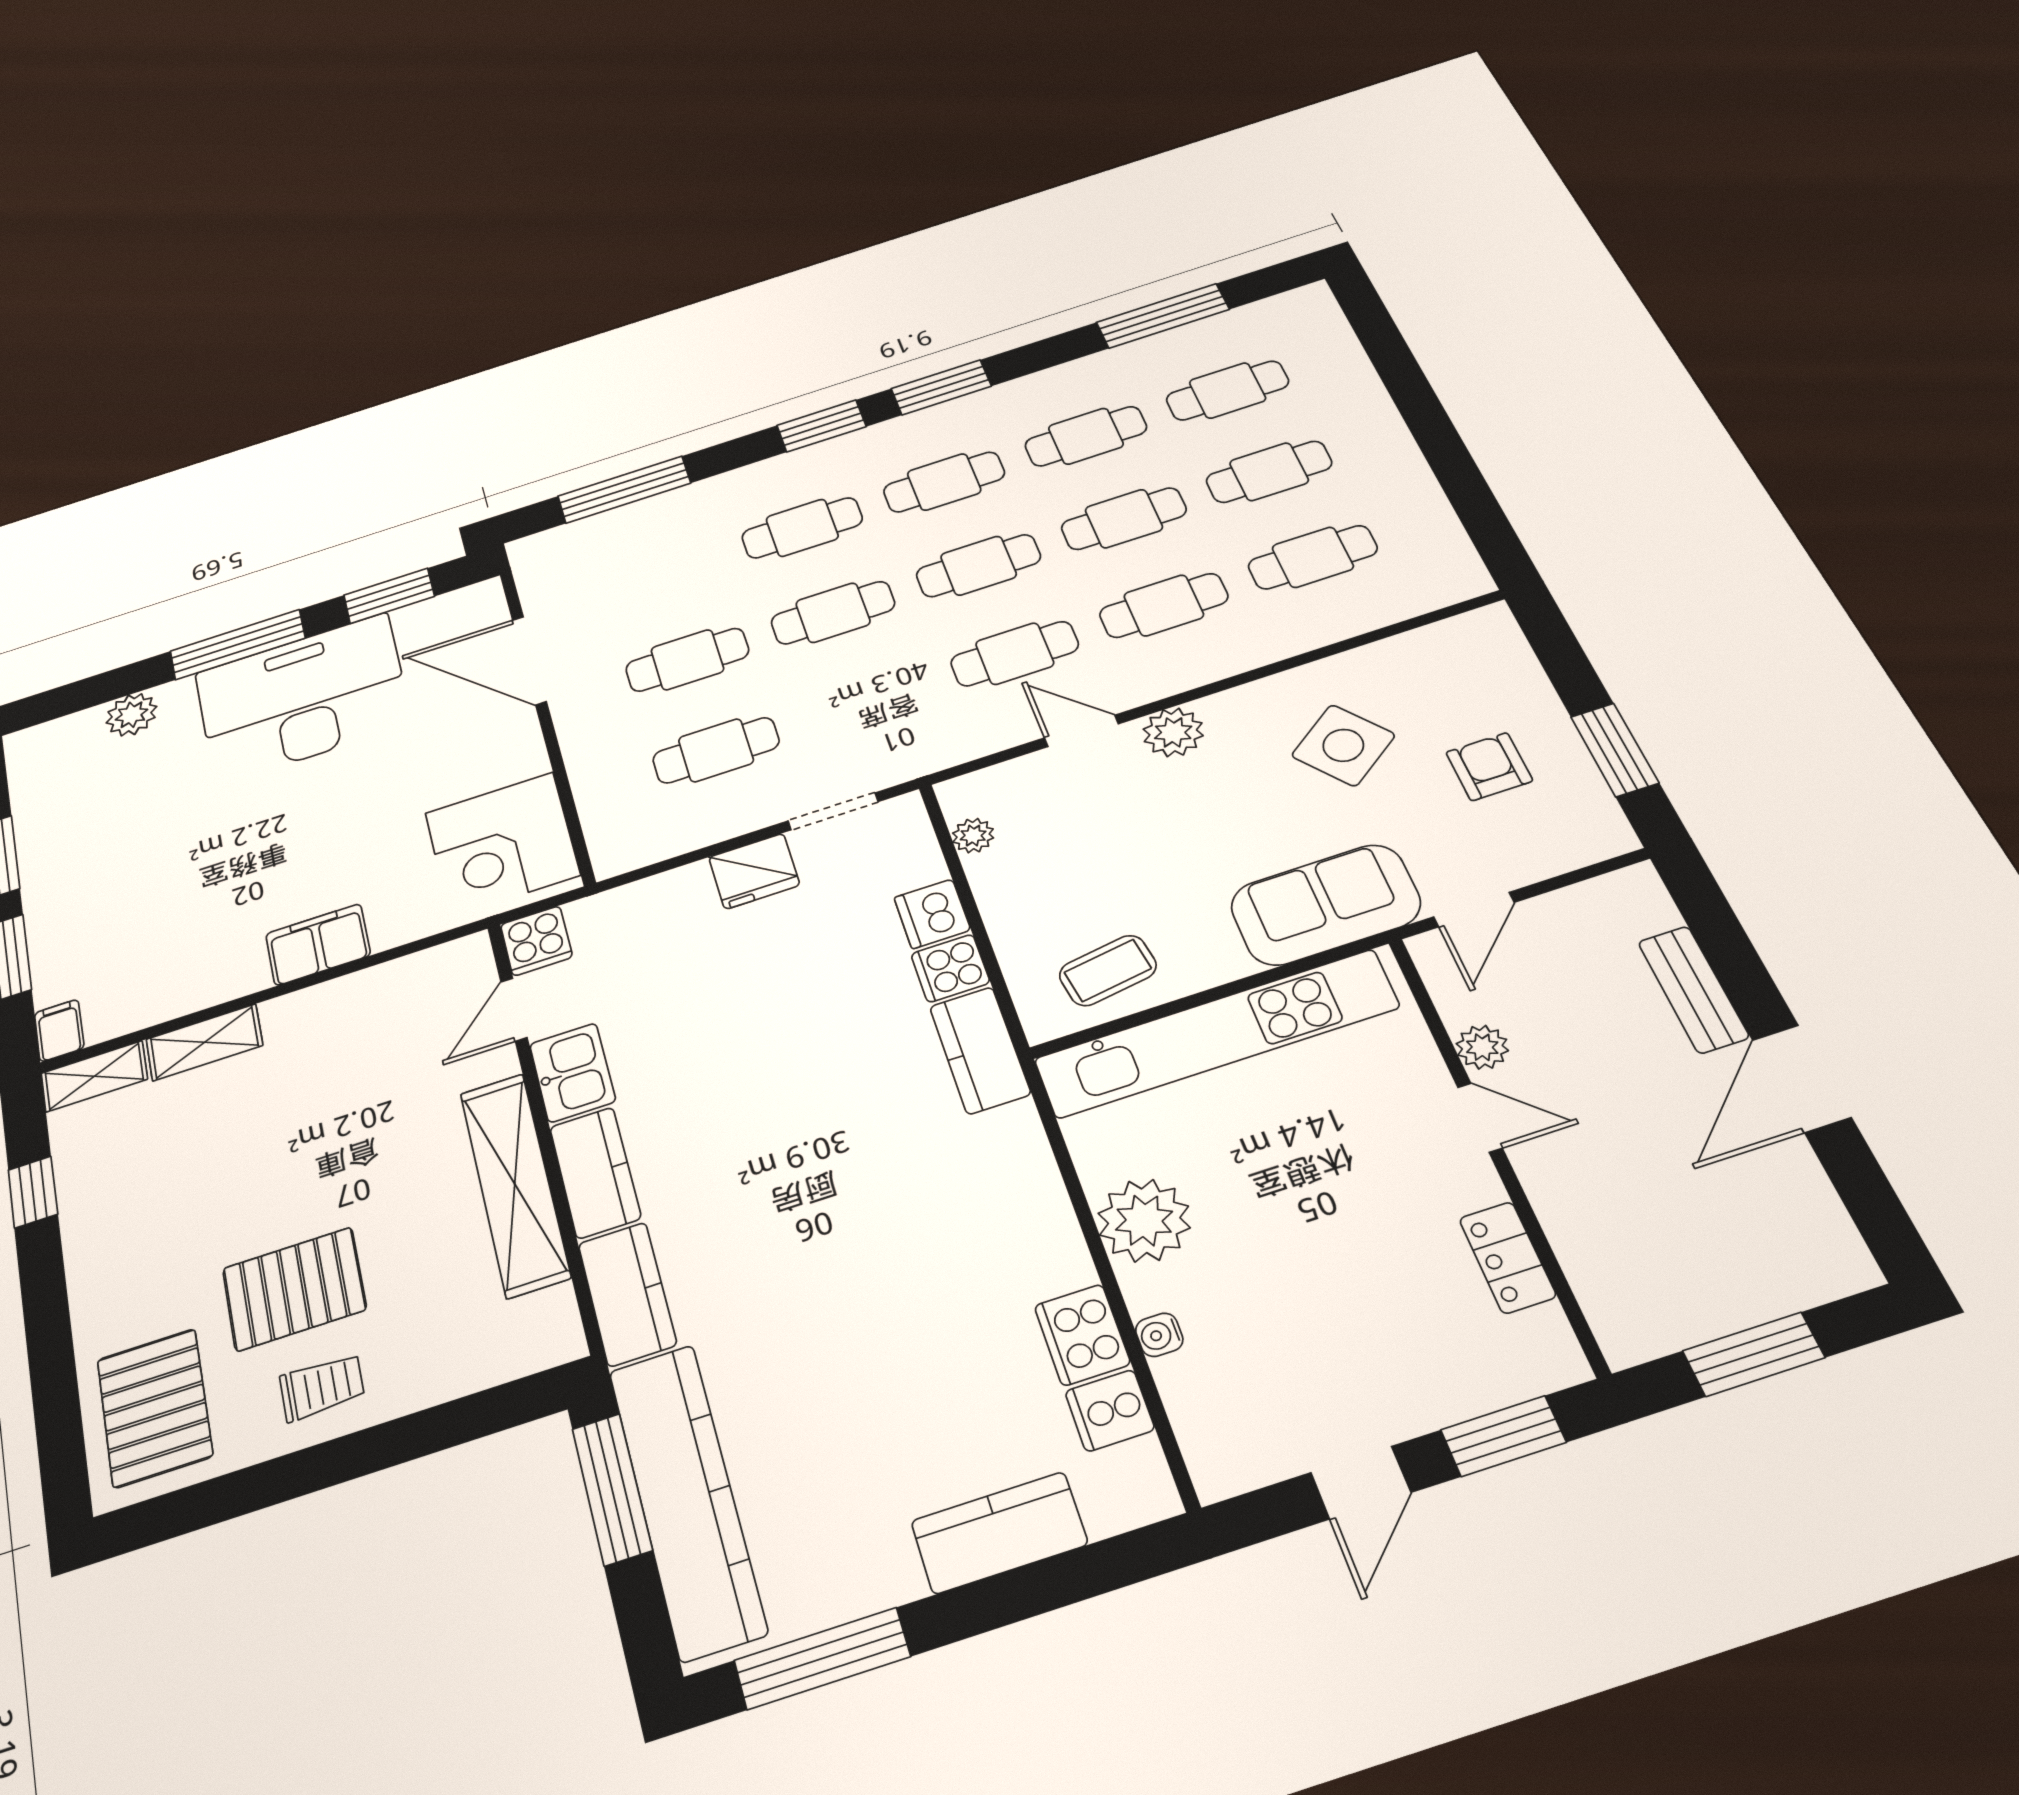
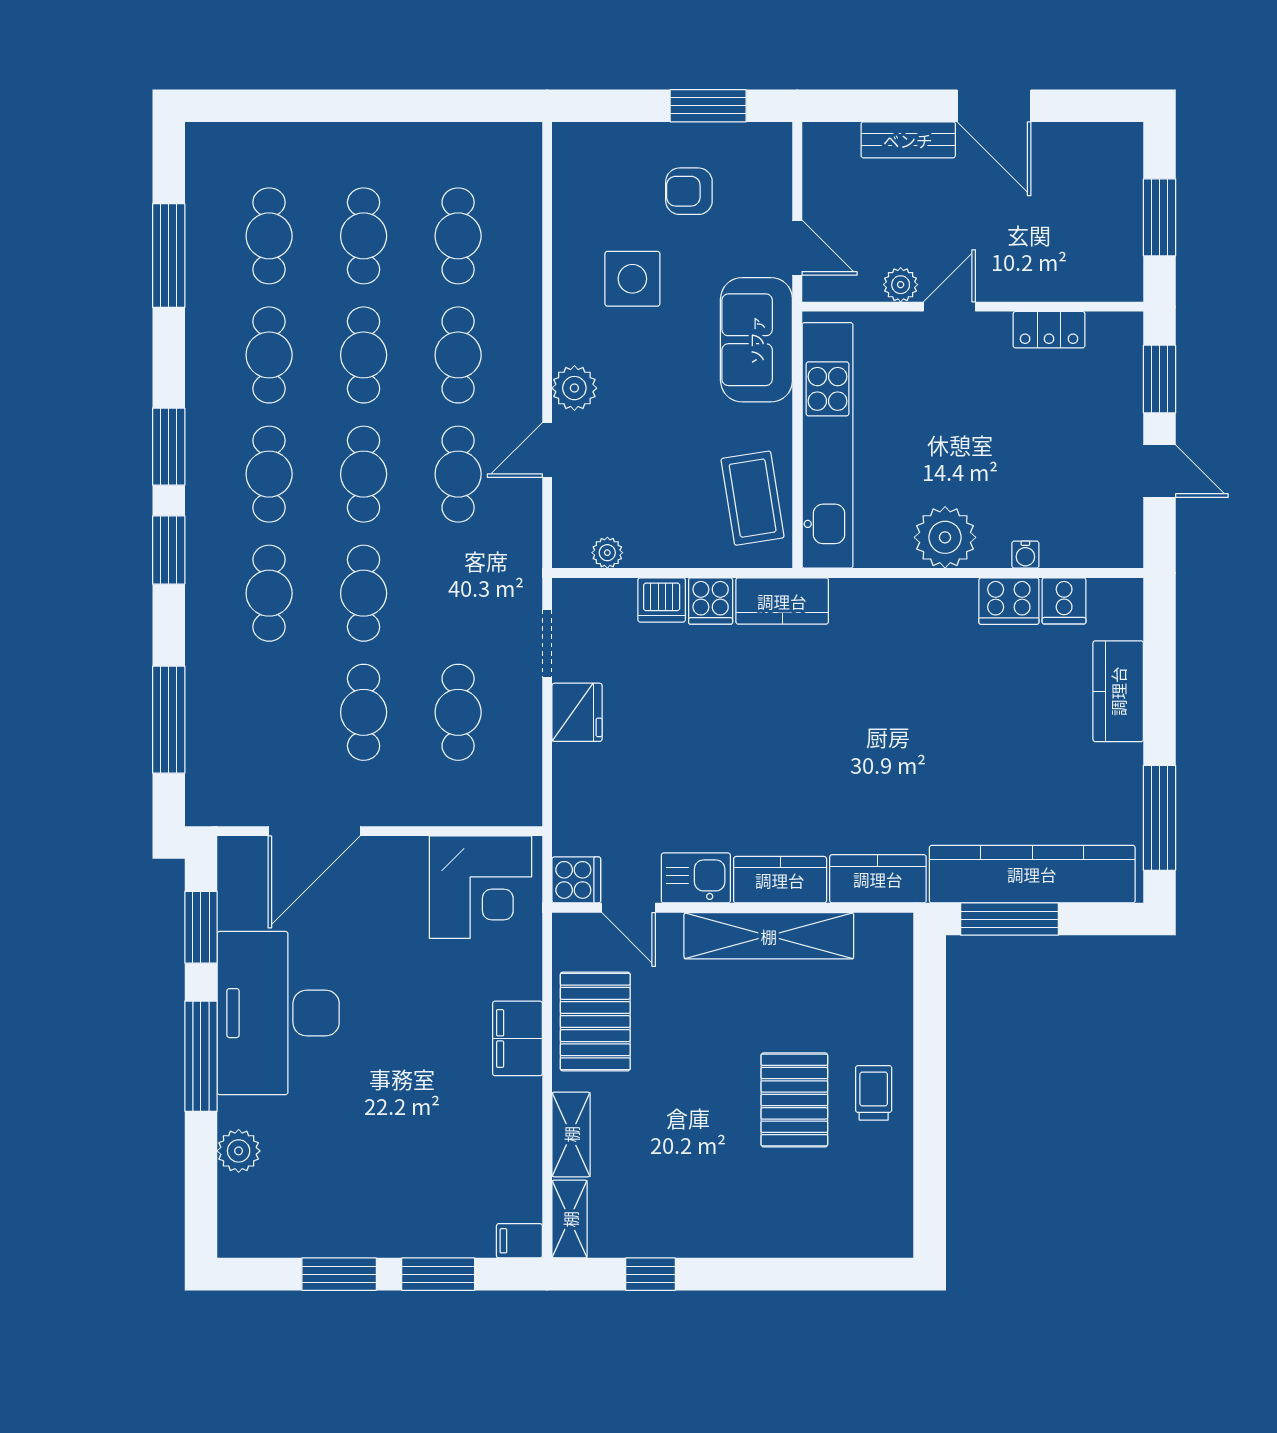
side table: (1343, 745) -> (632, 279), turned 37
coffee table: (1108, 970) -> (753, 498), width x1.36, depth x1.30
pallet: (155, 1408) -> (595, 1022), moved, turned 90

